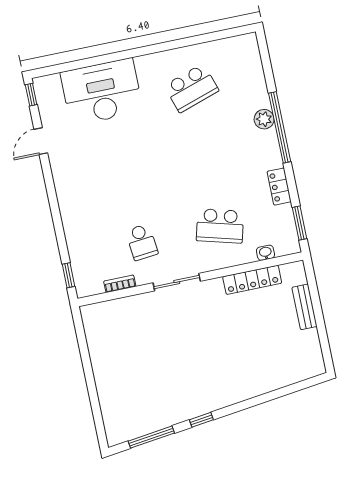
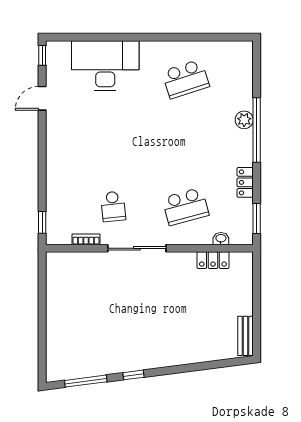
school desk: (220, 226) -> (186, 206), turned -30
locker: (252, 280) -> (213, 260), width x0.66
sliding door: (177, 282) -> (137, 248), width x1.37
bench: (304, 307) -> (246, 336), moved

